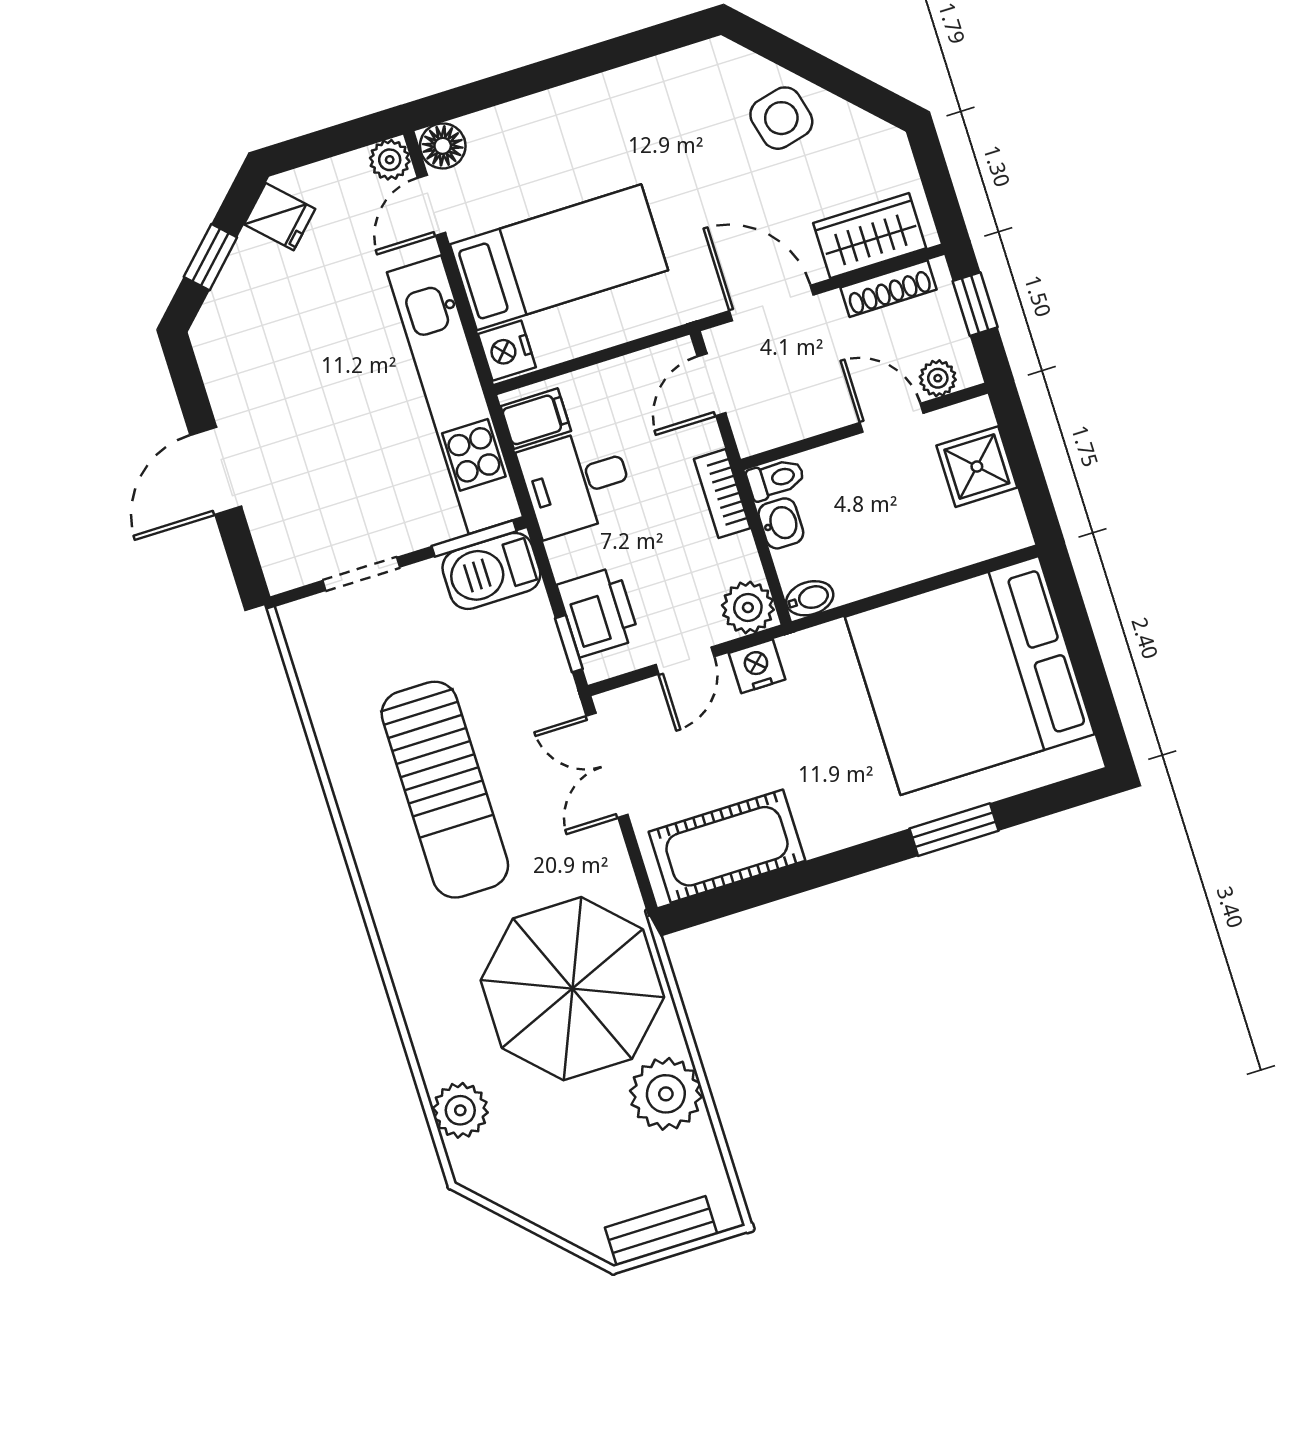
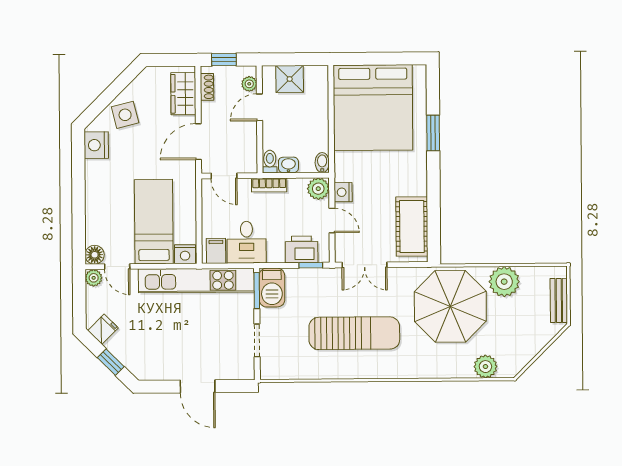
nightstand: (693, 74) -> (96, 145), added
shoe rack: (889, 289) -> (207, 87), width x0.70

